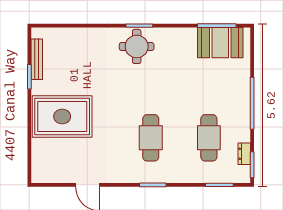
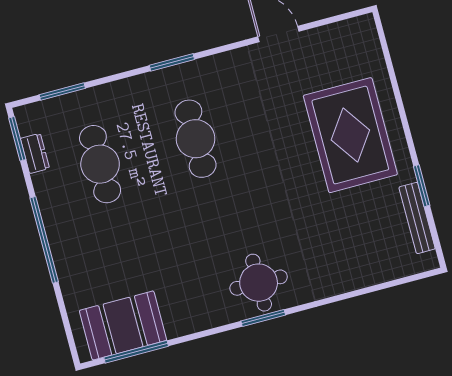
rug: (62, 117) -> (350, 135), turned 90

